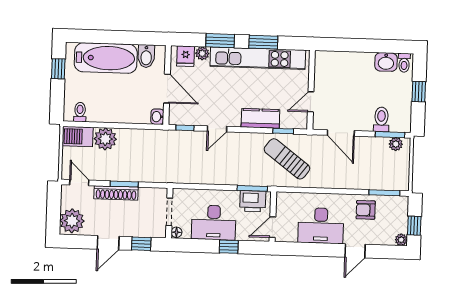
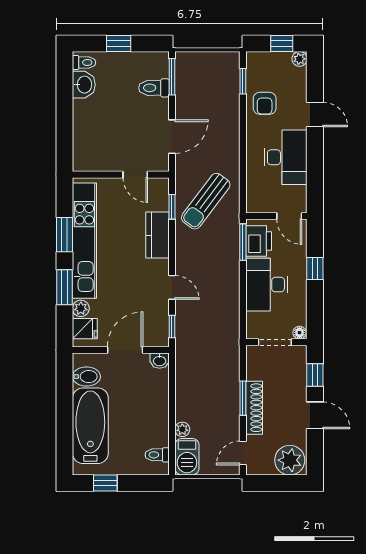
plant: (105, 139) -> (182, 429), width x0.53, depth x0.53
plant: (396, 144) -> (183, 69), removed
window: (384, 193) -> (243, 81), width x0.67
desk: (214, 223) -> (267, 285), moved, turned 180

